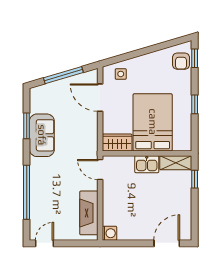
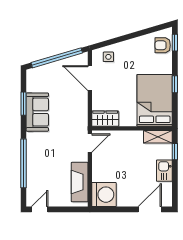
armchair: (181, 61) -> (163, 45), turned 90
window: (63, 75) -> (57, 58), width x1.46
bed: (153, 122) -> (155, 100), moved
kitchen sink: (147, 164) -> (164, 171), moved, turned 90
door: (100, 170) -> (90, 143), swing flipped
washing machine: (109, 233) -> (104, 195), width x1.89, depth x1.89

